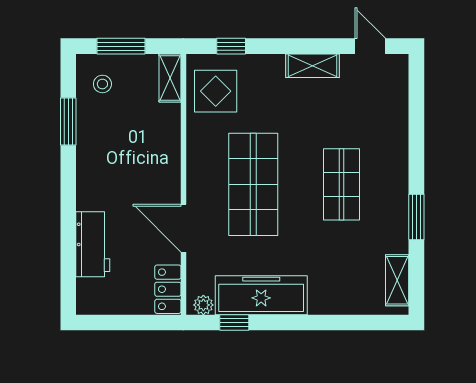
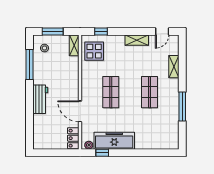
door: (370, 46) -> (162, 31), swing flipped
window: (68, 121) -> (29, 65), width x1.44
shop shelf: (253, 184) -> (111, 92), width x0.70, depth x0.74
window: (416, 217) -> (182, 106), width x1.44
workbench: (93, 244) -> (40, 99), moved
shelving: (397, 280) -> (174, 67), moved

